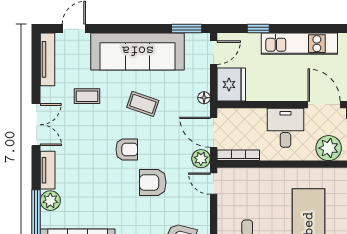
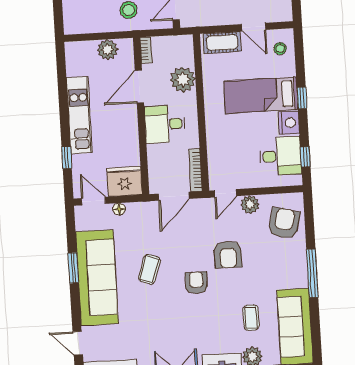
window: (187, 29) -> (73, 268), moved
coffee table: (87, 96) -> (251, 318), moved
floor lamp: (204, 98) -> (119, 209), moved
plant: (201, 159) -> (250, 205), moved

